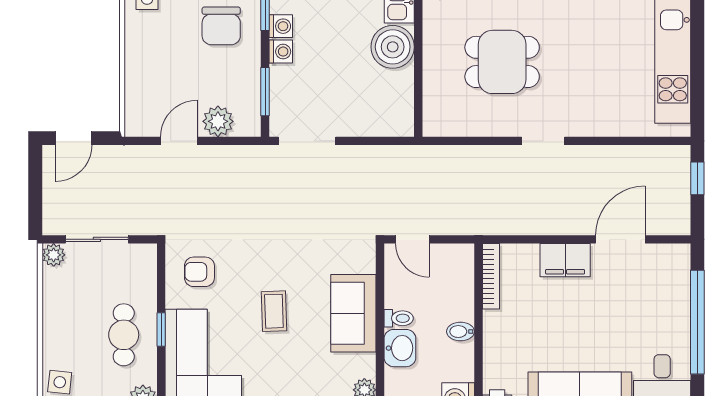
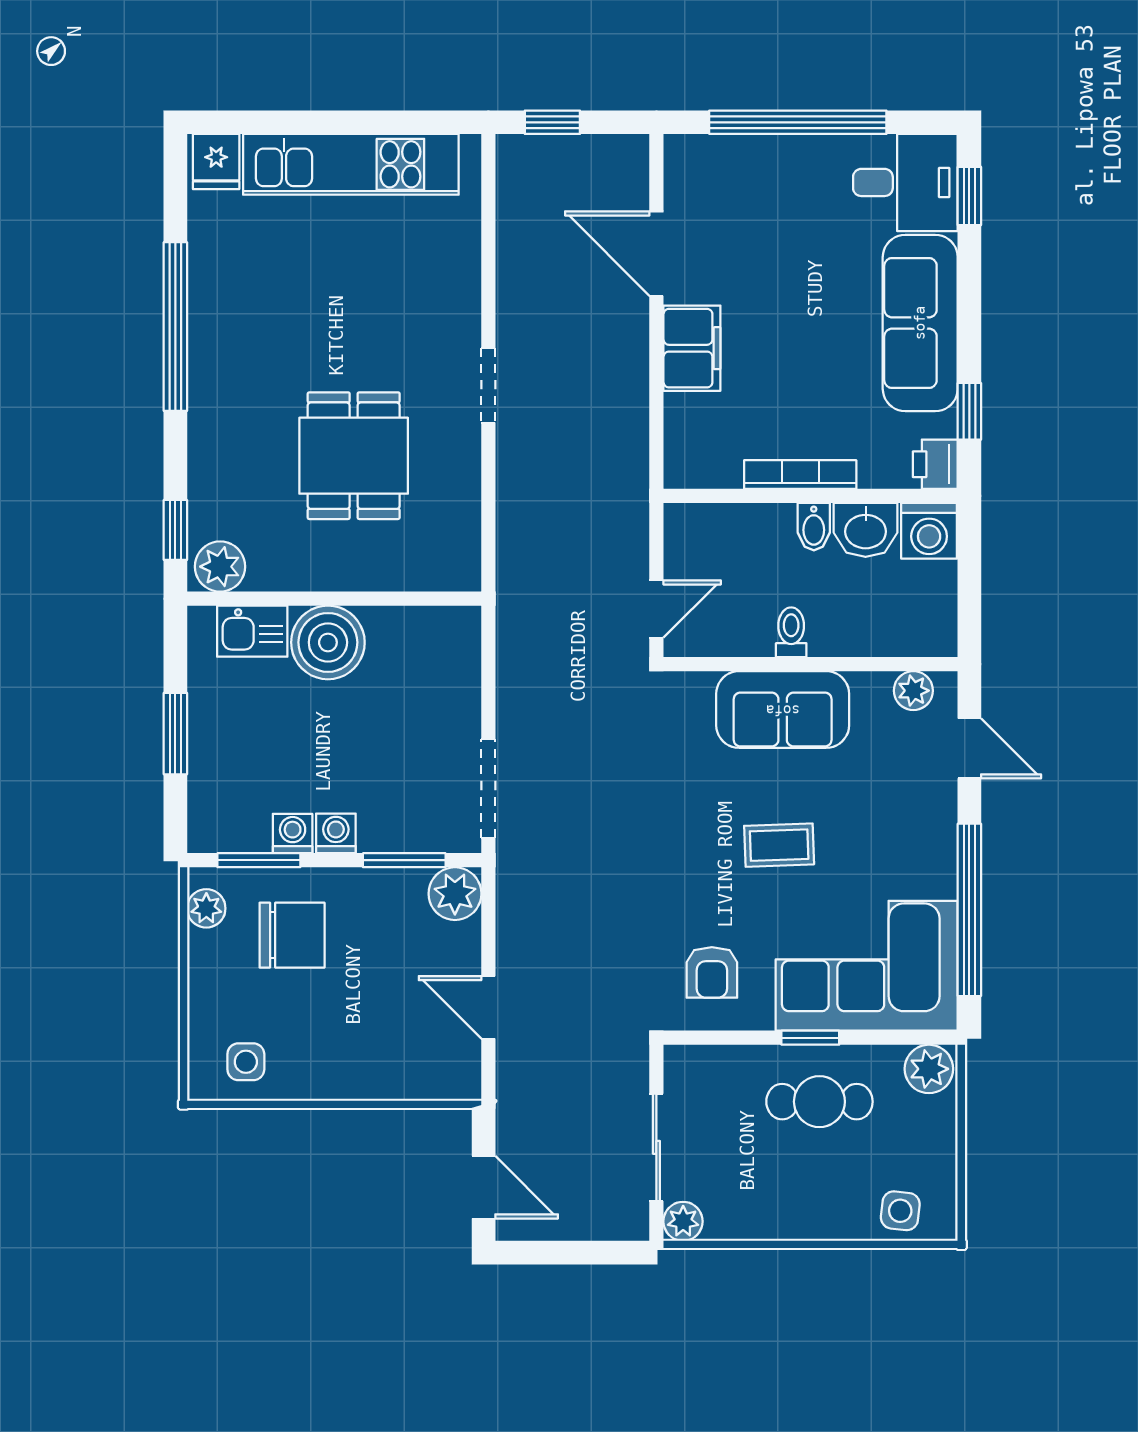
plant: (218, 121) -> (455, 894), moved
bookcase: (491, 276) -> (800, 475), moved
washbasin: (400, 348) -> (866, 530), moved, turned 180

